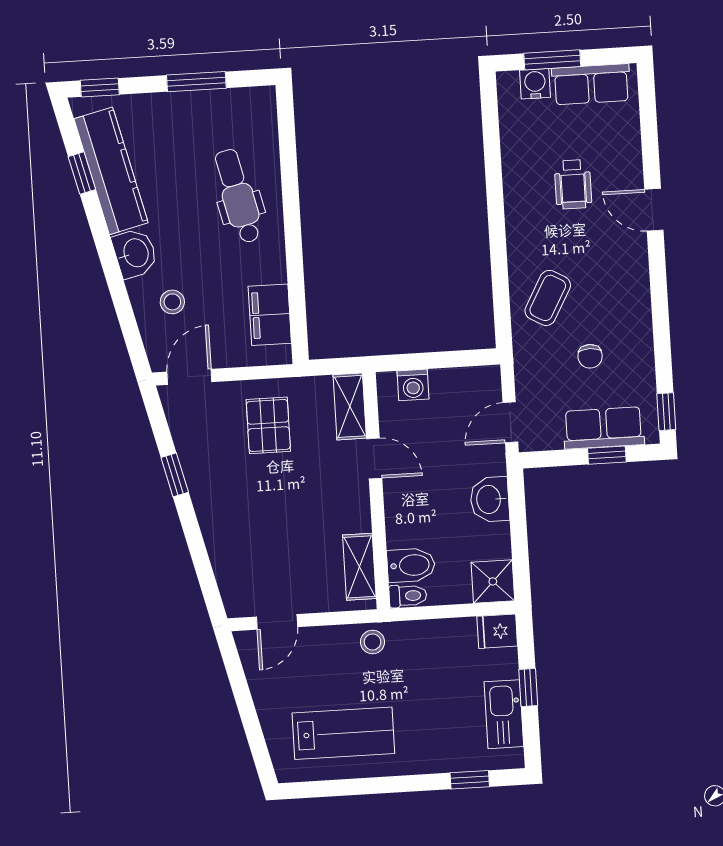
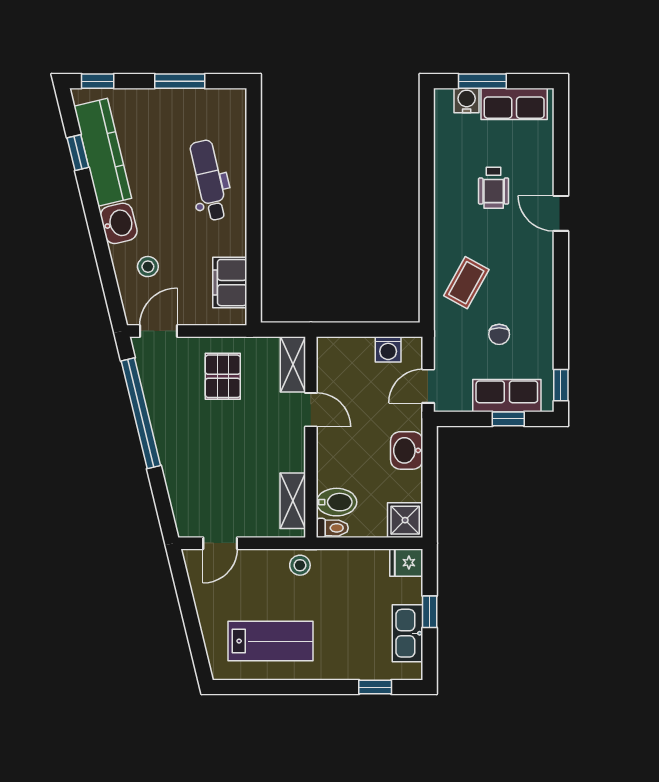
washing machine: (413, 385) -> (388, 349), moved
window: (175, 475) -> (141, 413), width x3.17

